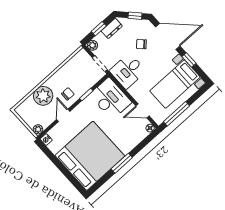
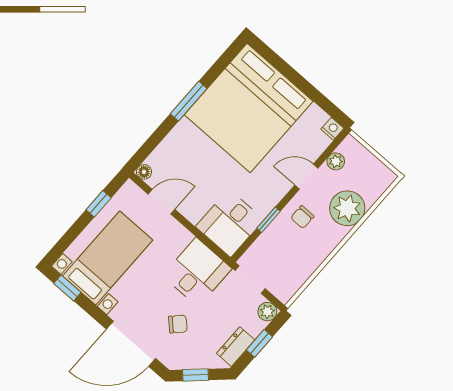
window: (189, 60) -> (67, 288), moved
desk: (110, 99) -> (230, 223), width x0.73
window: (176, 114) -> (99, 204), width x0.46
door: (63, 115) -> (306, 177), swing flipped
plant: (38, 129) -> (336, 161), moved

